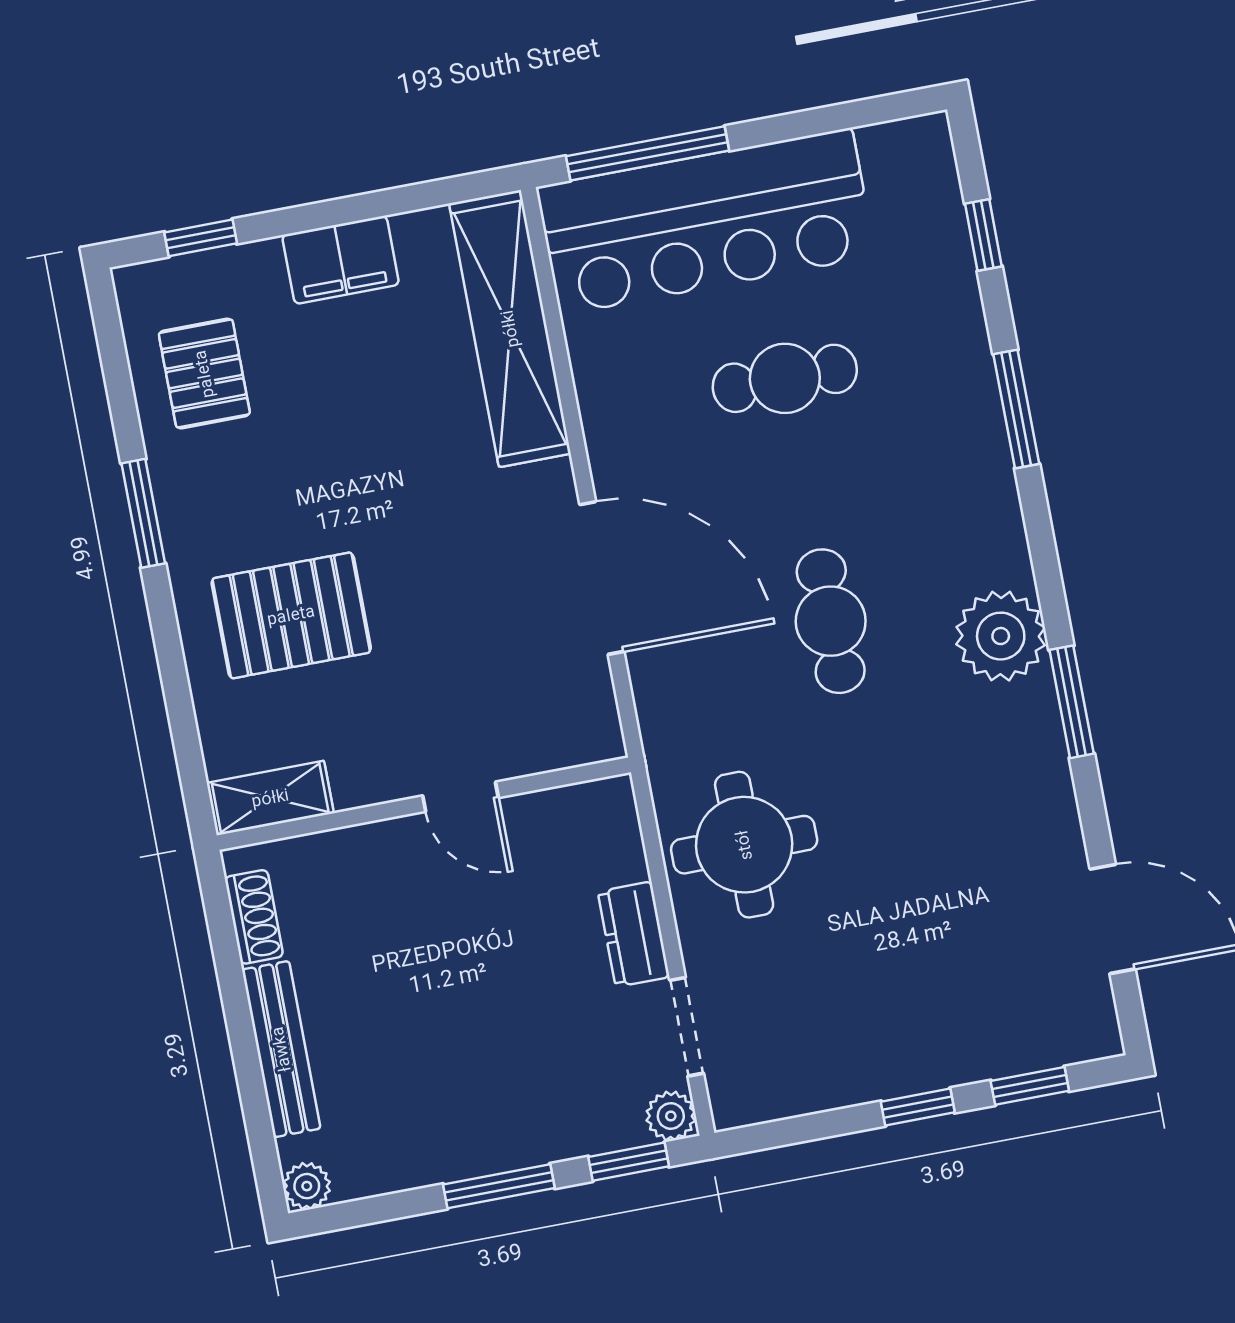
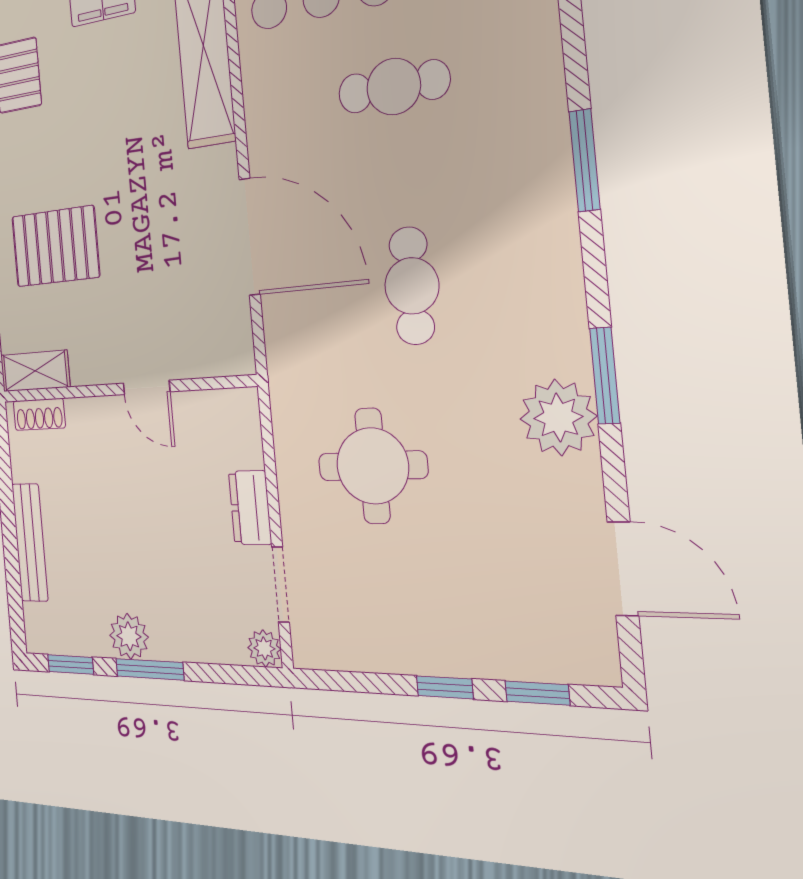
window: (1016, 409) -> (585, 160), moved
plant: (1001, 636) -> (558, 417), moved
round table: (744, 845) -> (372, 466), moved
shoe rack: (254, 917) -> (39, 414), moved, turned 90
window: (629, 1162) -> (71, 664), moved
plant: (307, 1186) -> (129, 636), moved, width x1.38, depth x1.38

